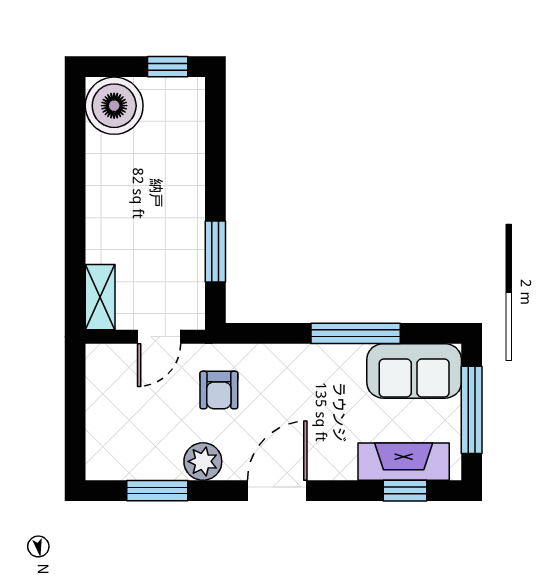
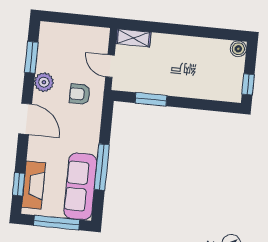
boiler: (114, 106) -> (238, 49), width x0.54, depth x0.54
sofa: (414, 371) -> (80, 186), width x1.36

